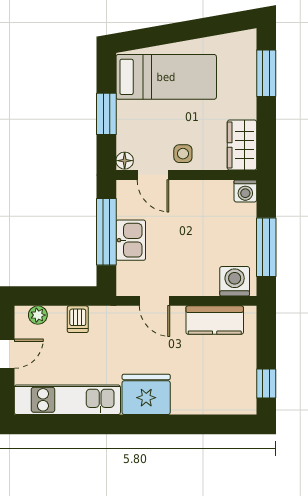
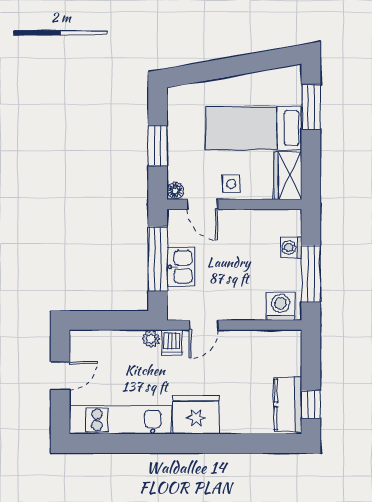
bed: (166, 77) -> (254, 128), moved, turned 180
washing machine: (245, 191) -> (291, 248), moved, turned 90
door: (155, 301) -> (204, 325), hinge flipped
plant: (38, 315) -> (151, 339), moved
dishwasher: (78, 319) -> (172, 343), moved
kitchen counter: (215, 320) -> (288, 404), moved, turned 90

